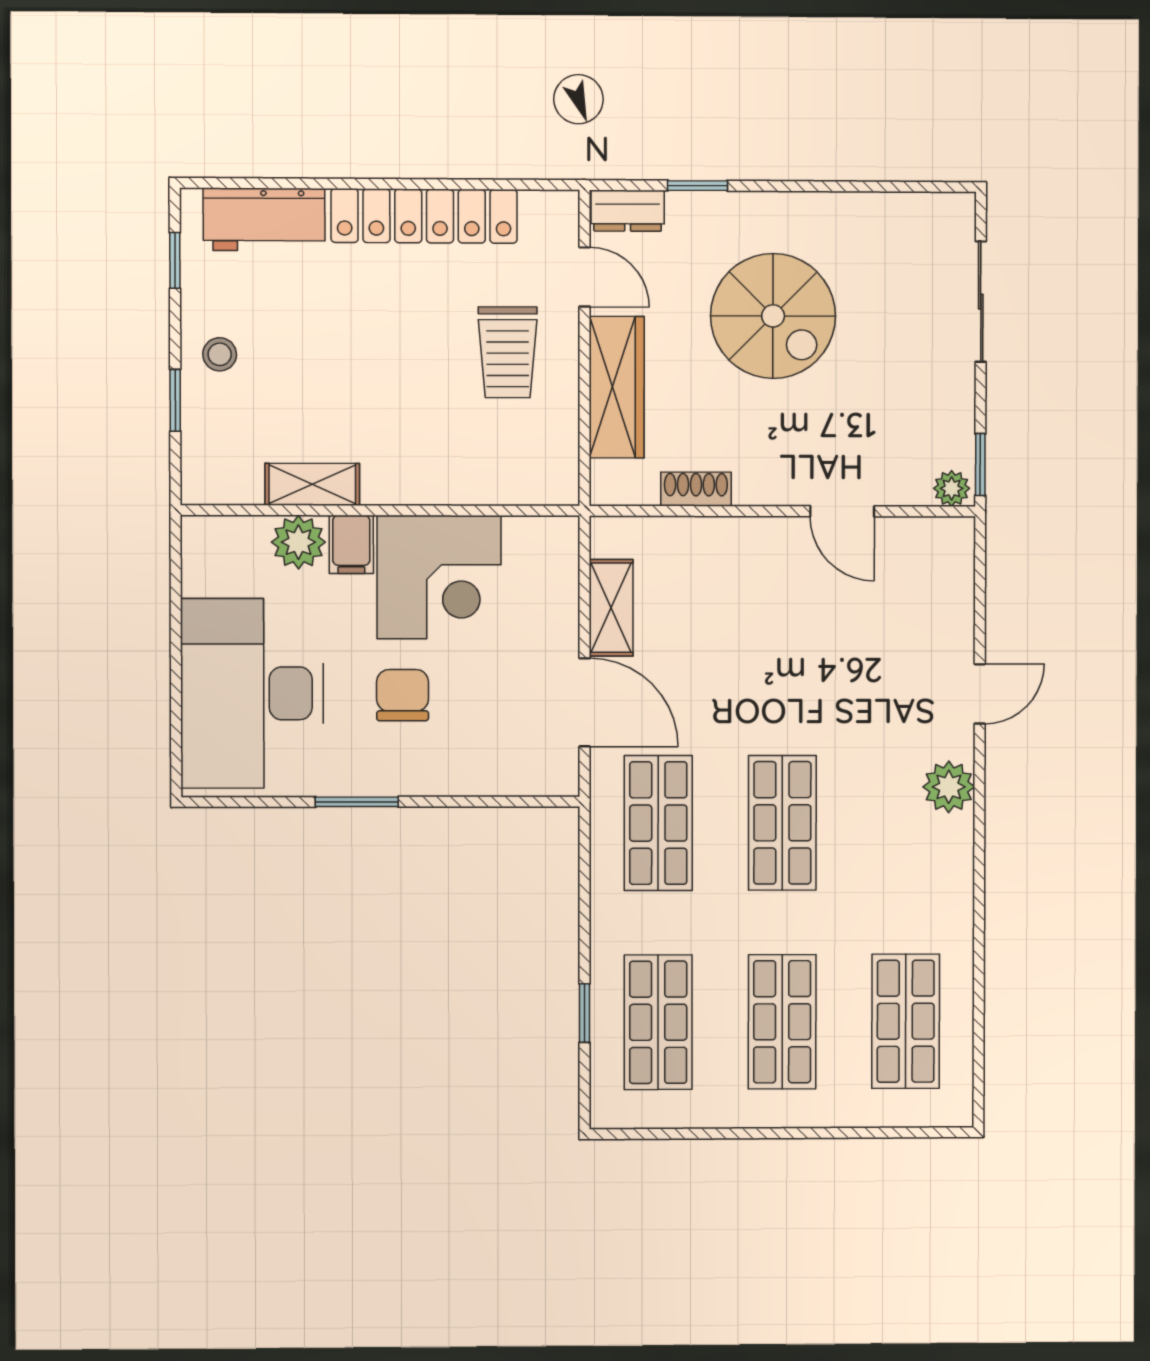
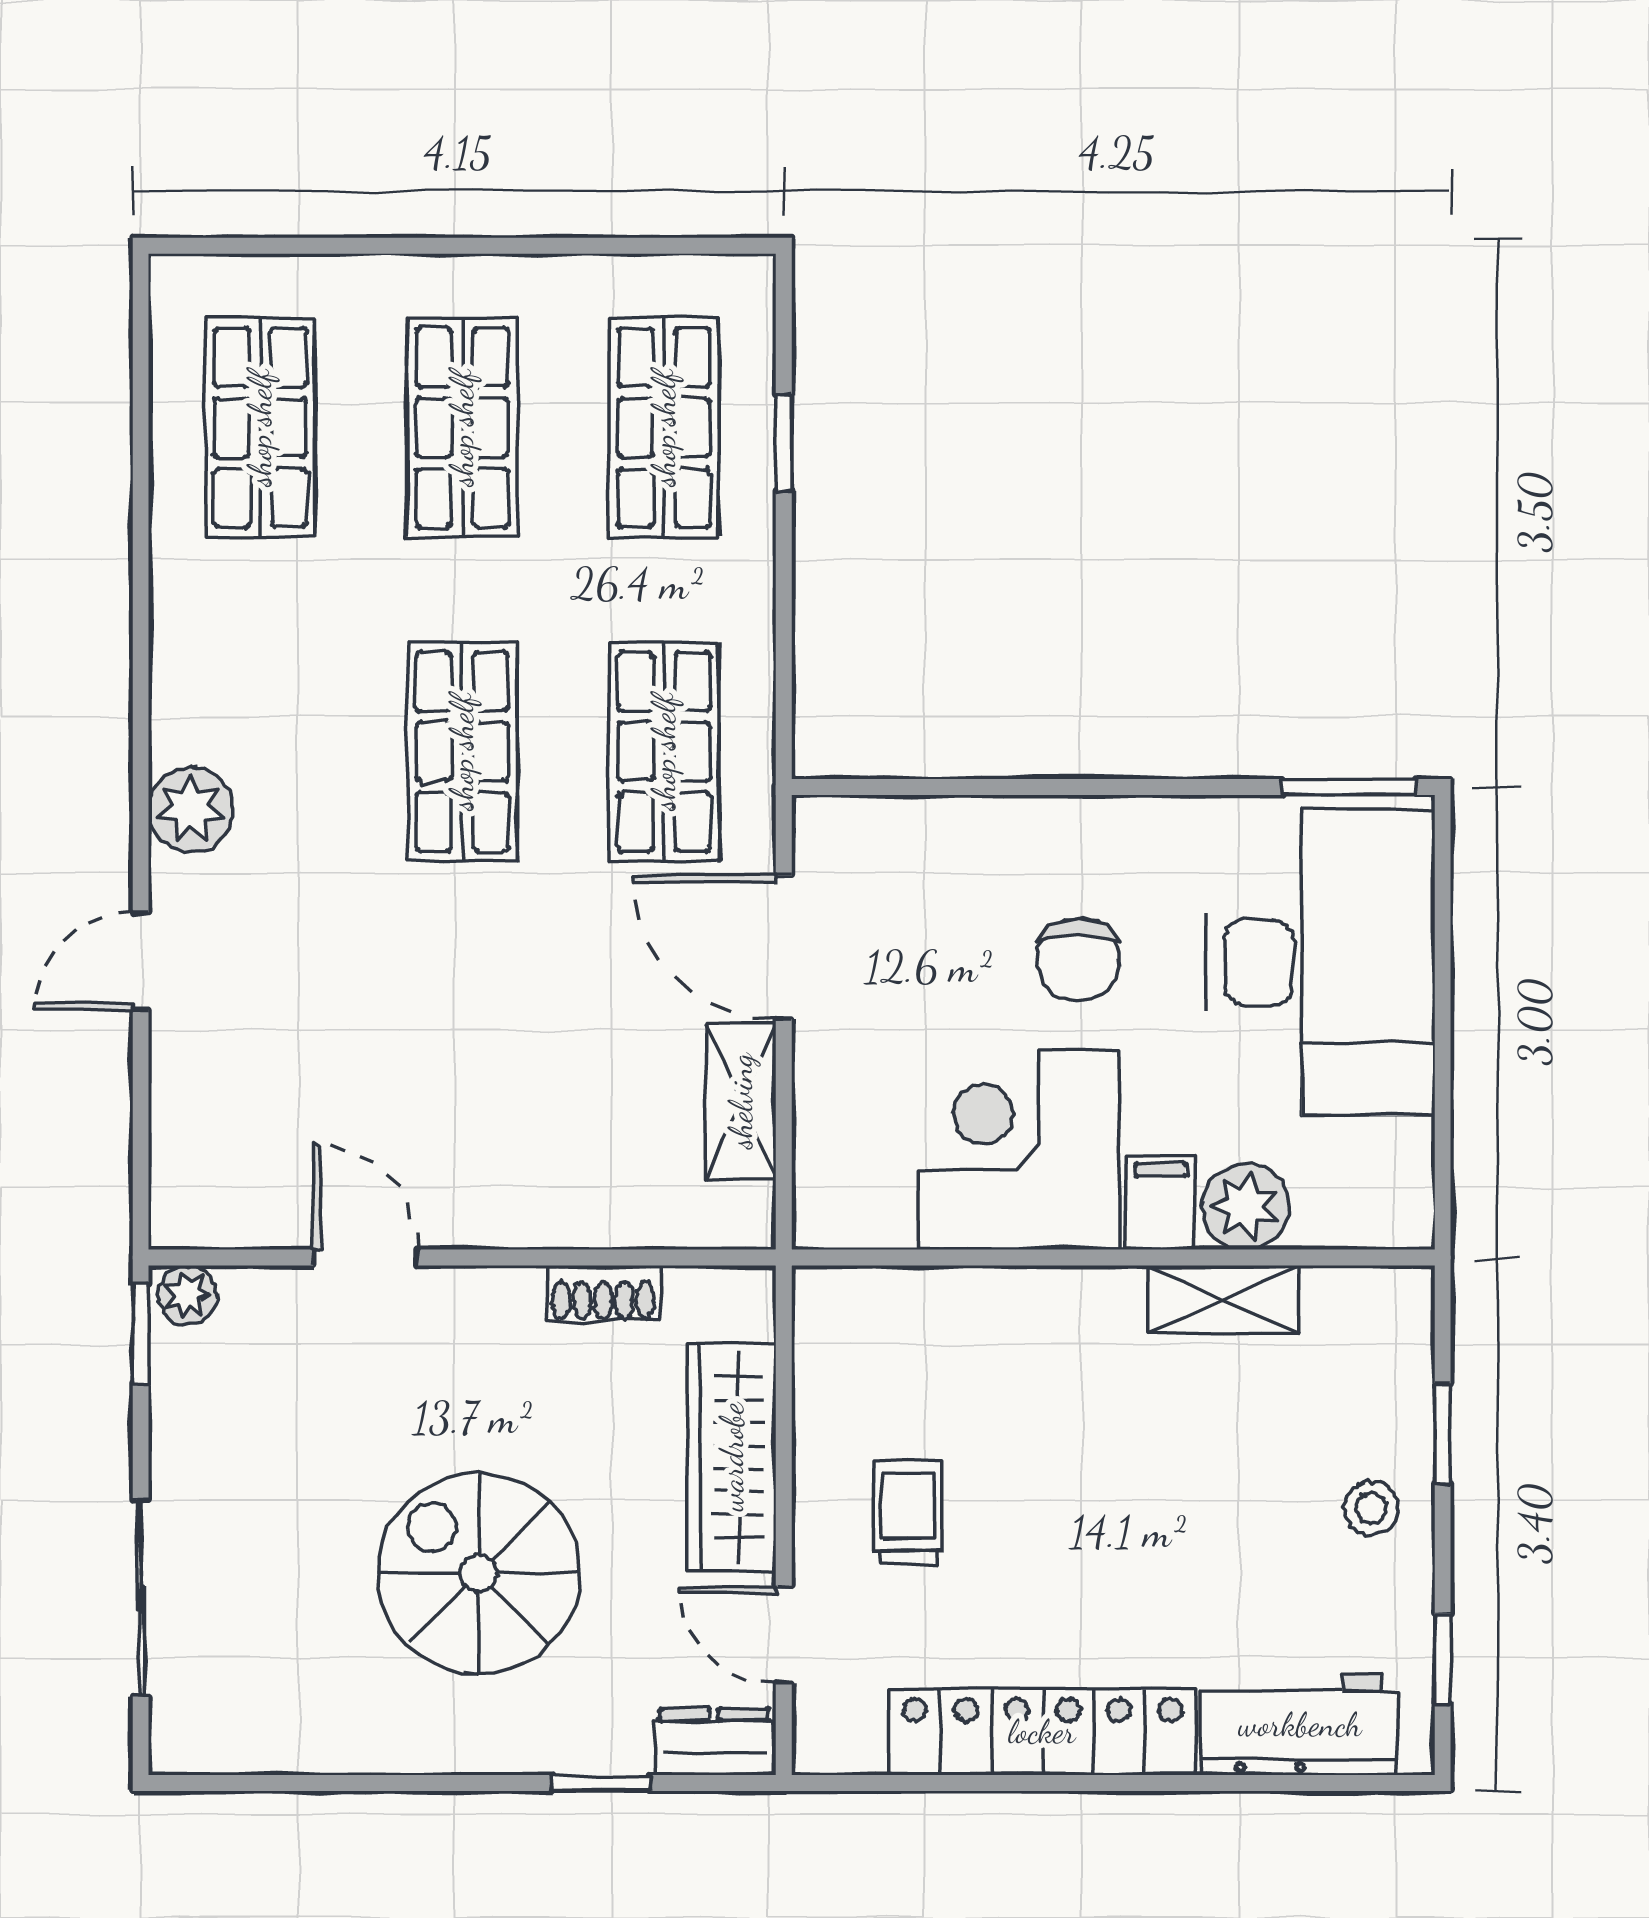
trolley: (508, 352) -> (908, 1513), width x0.73, depth x0.72
window: (357, 802) -> (1349, 787), moved

